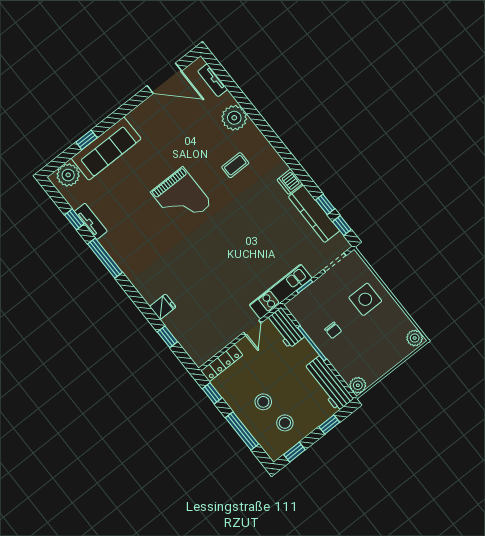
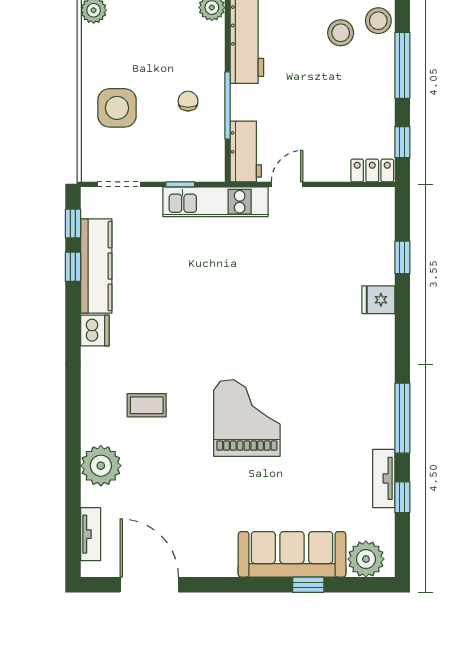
locker: (222, 363) -> (372, 170), width x0.66
stool: (263, 402) -> (378, 21), moved

